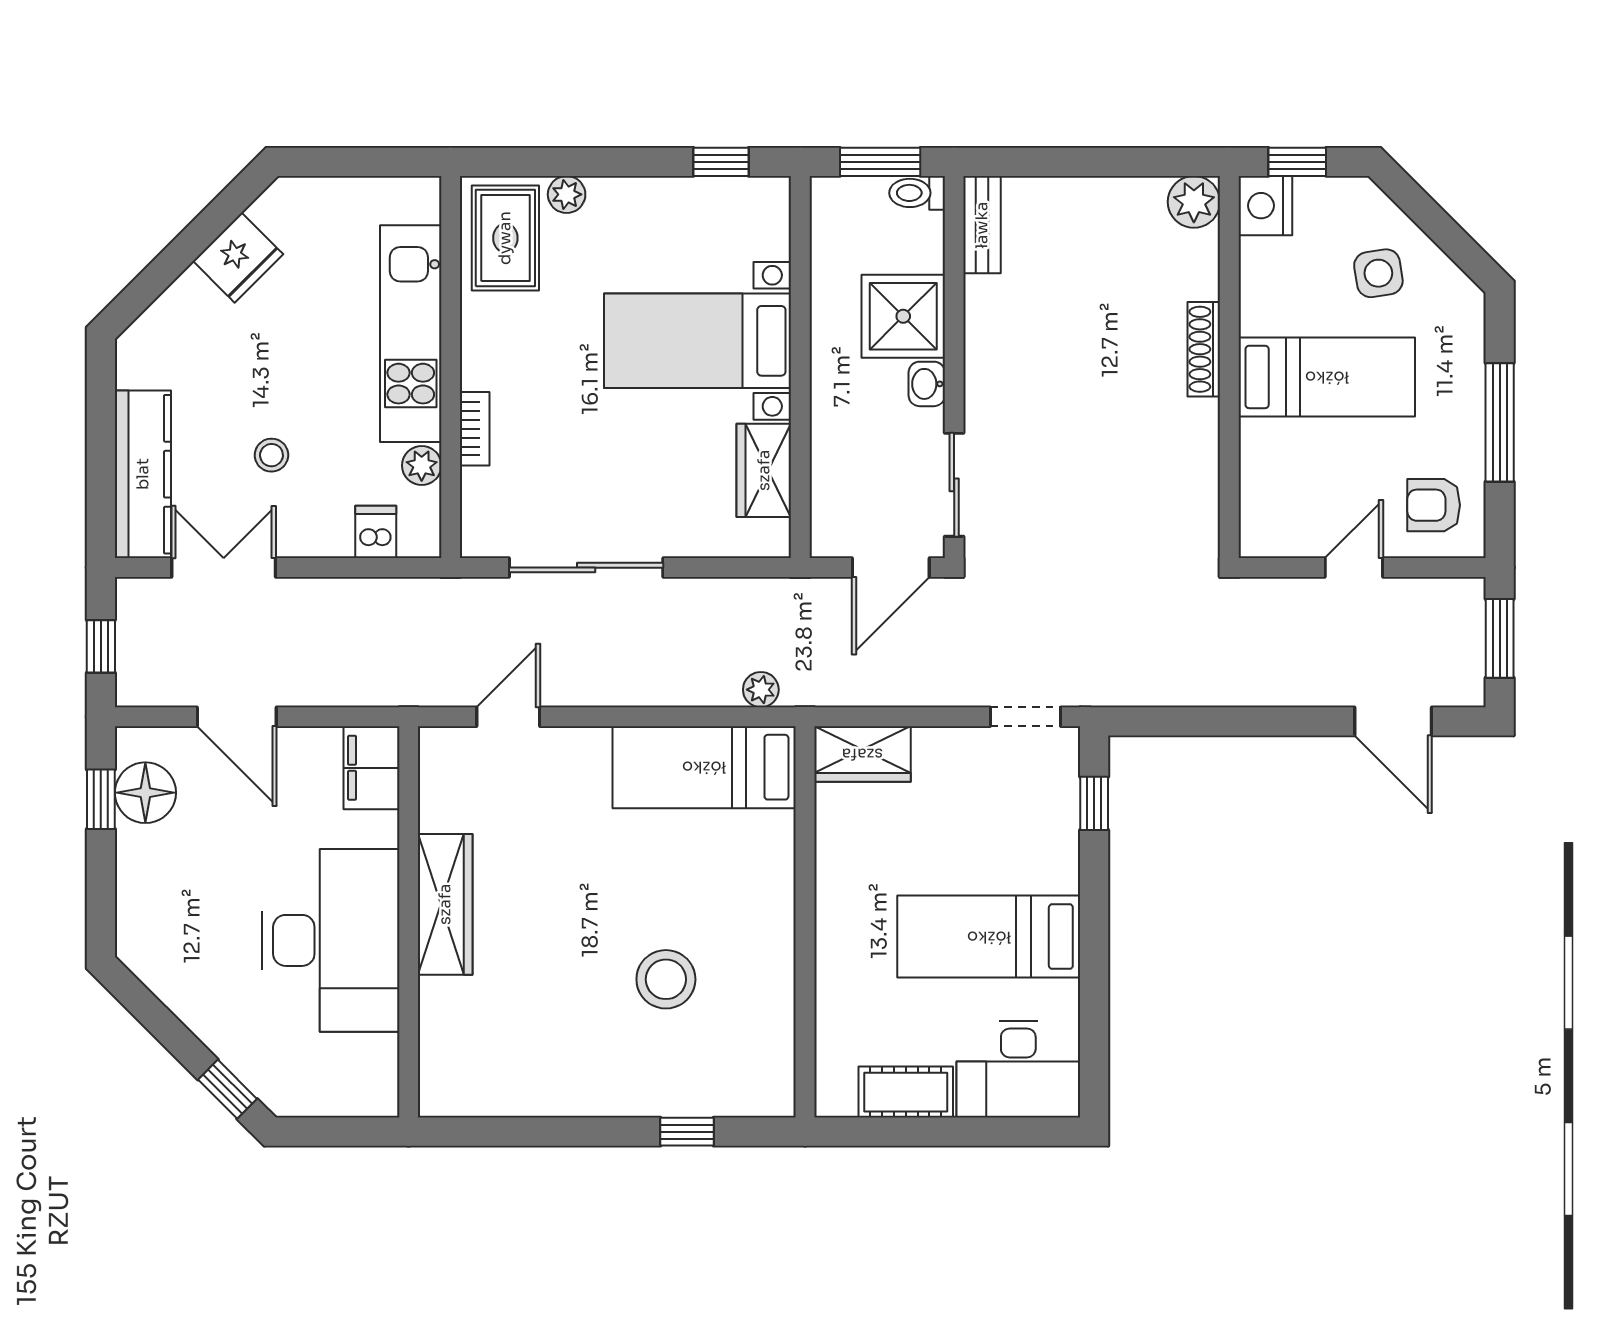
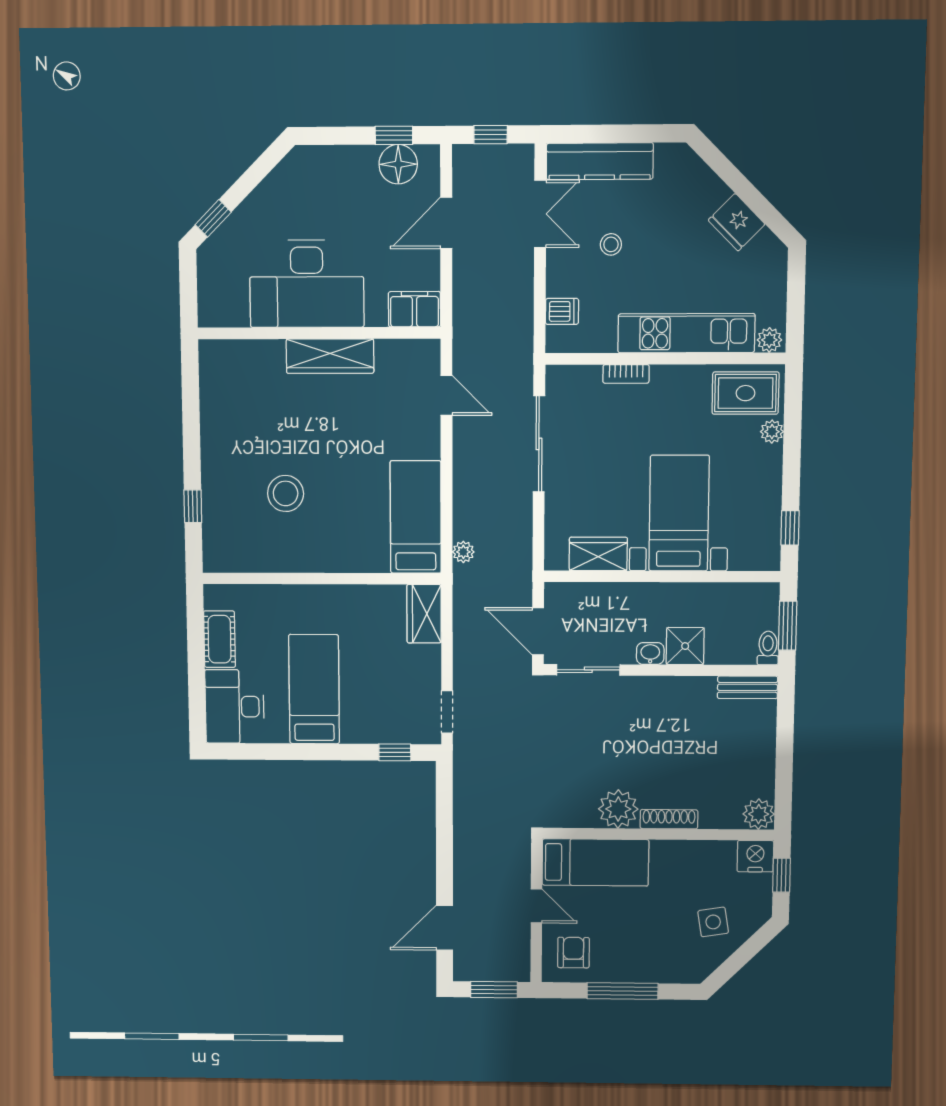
shower: (903, 316) -> (685, 646), width x0.73, depth x0.73
bed: (1327, 377) -> (595, 862), moved, turned -90
plant: (1187, 433) -> (618, 809), added
plant: (422, 465) -> (769, 340), moved

